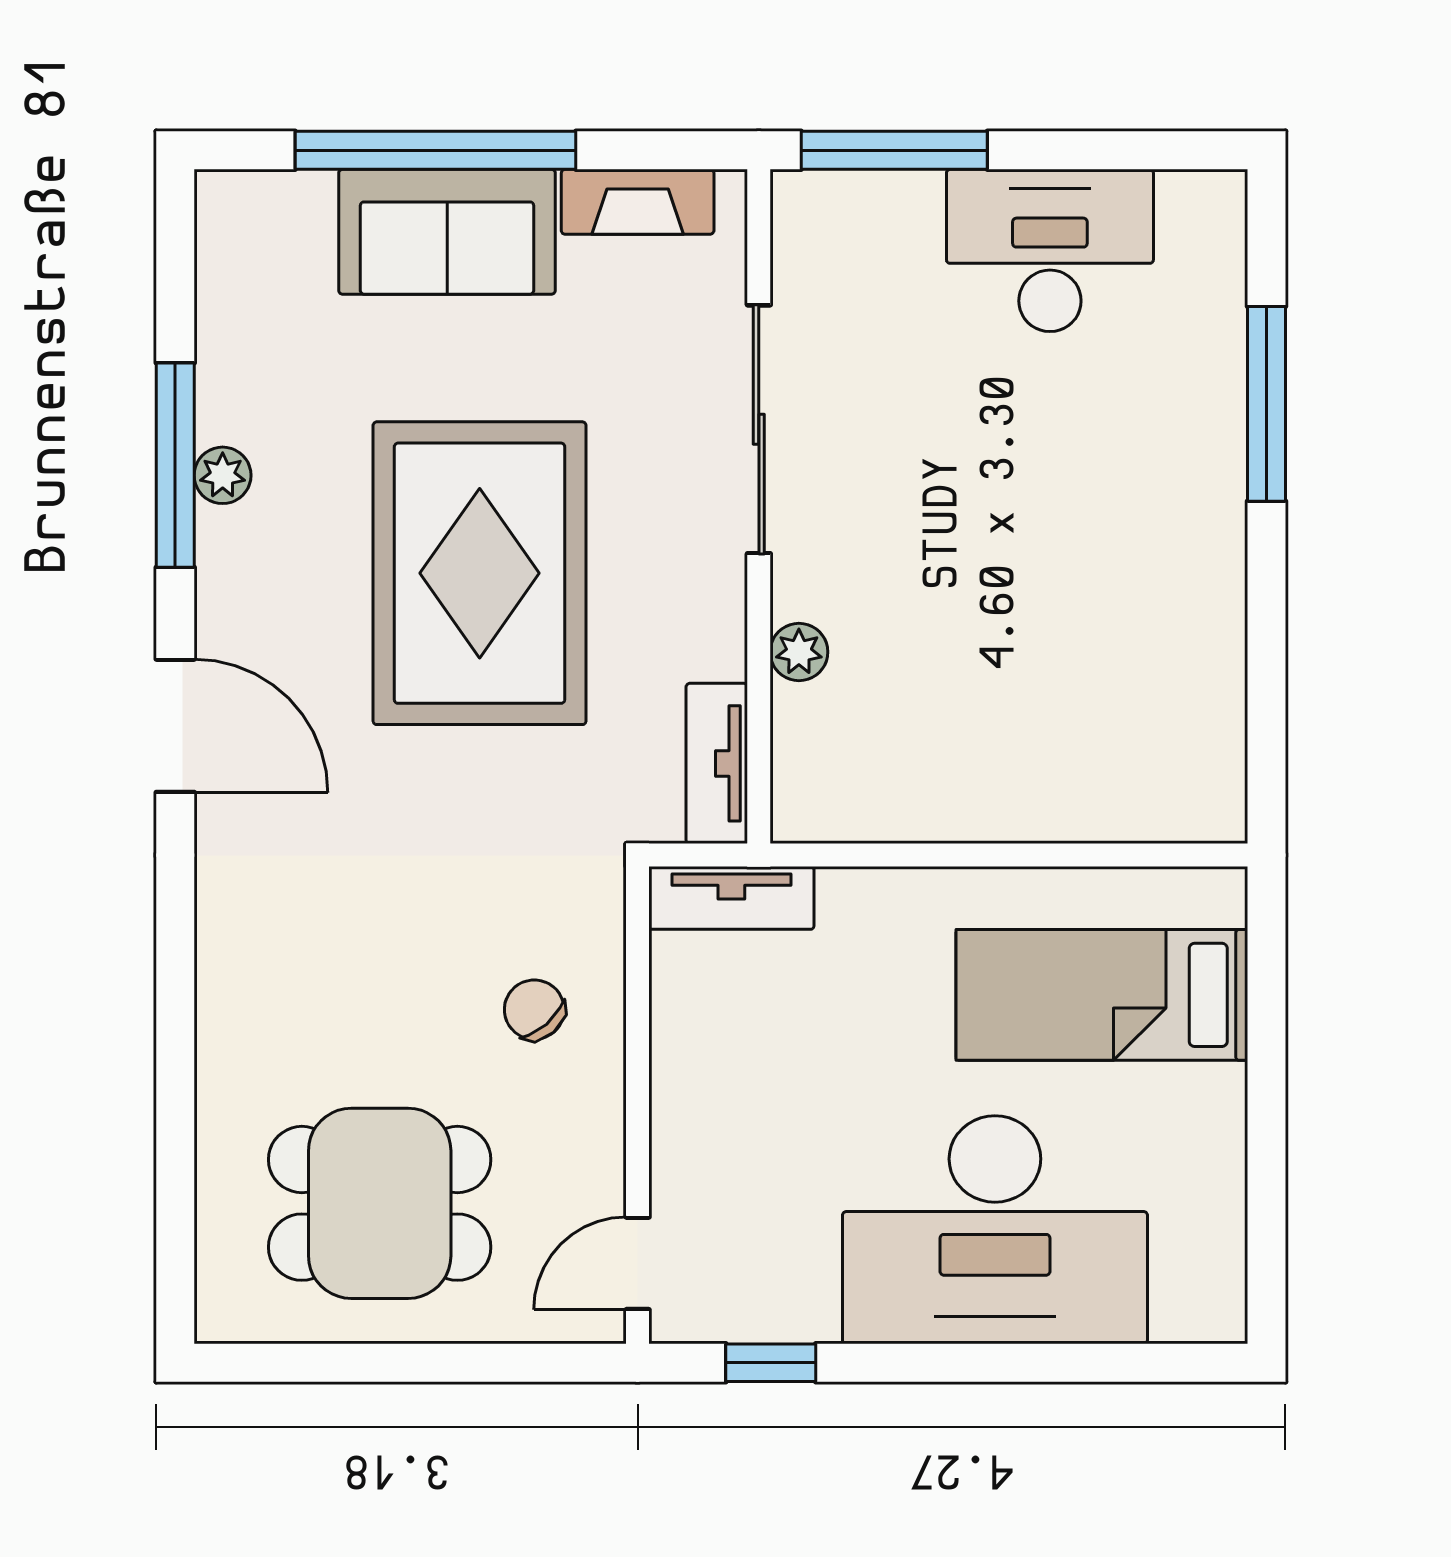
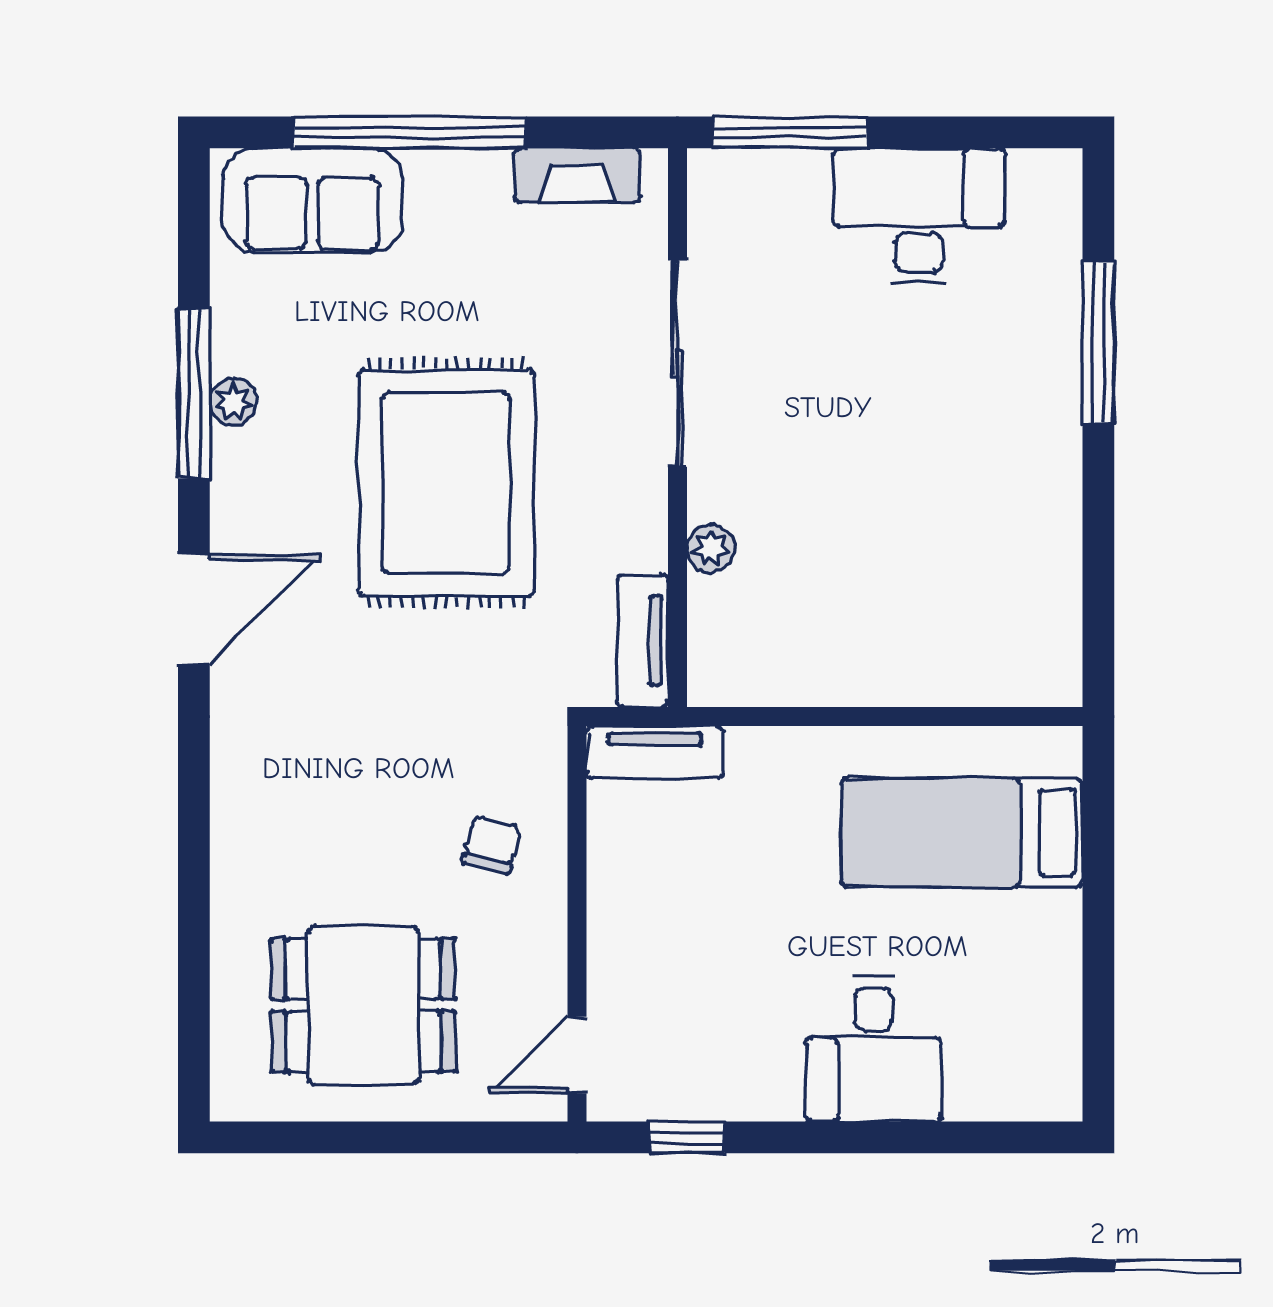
sofa: (447, 232) -> (312, 200), moved
door: (175, 726) -> (194, 609), hinge flipped
chair: (534, 1010) -> (491, 845), turned 55
desk: (995, 1230) -> (873, 1049), width x0.53, depth x0.77

